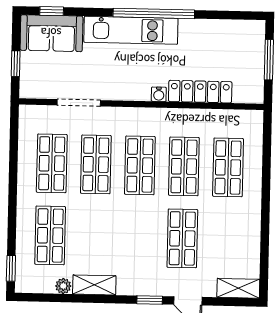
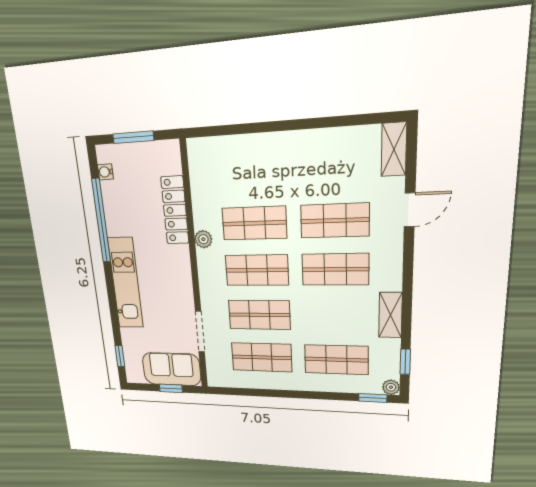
window: (154, 13) -> (101, 221), moved
sofa: (51, 33) -> (172, 369), moved, turned -90
water cooler: (159, 94) -> (105, 172), moved, turned 180
plant: (172, 116) -> (203, 239), added
shop shelf: (228, 167) -> (335, 269), moved
plant: (63, 286) -> (391, 387), moved
window: (150, 300) -> (405, 362), moved

